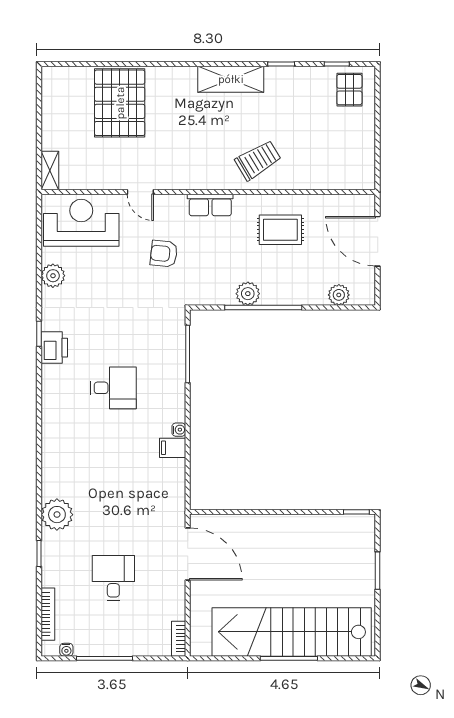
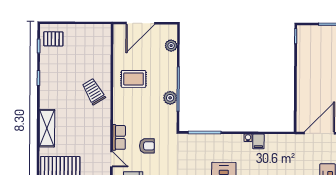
shelving: (231, 79) -> (47, 128), moved
door: (140, 192) -> (111, 159), hinge flipped
row of seats: (210, 205) -> (119, 137), moved
rug: (280, 230) -> (134, 79), turned 90
armchair: (164, 254) -> (147, 146), turned -96

